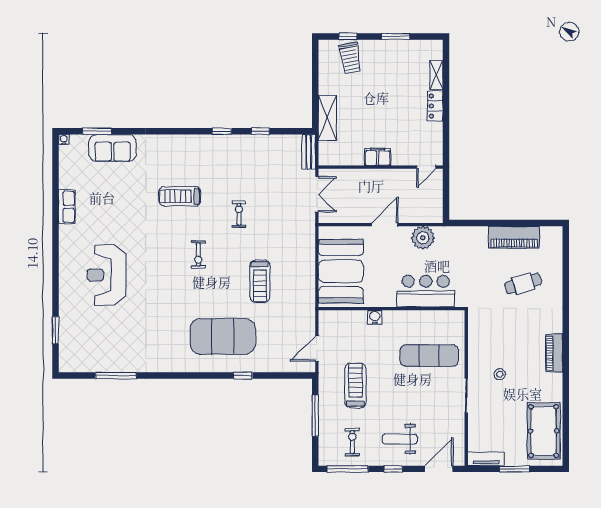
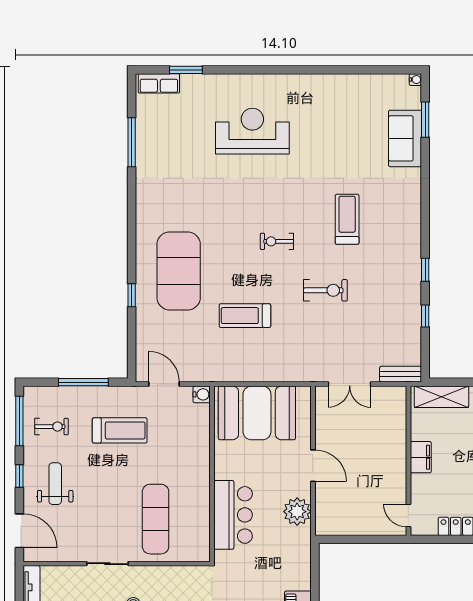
filing cabinet: (378, 157) -> (421, 457), moved
wall: (381, 167) -> (408, 461), moved
door: (426, 167) -> (408, 515), moved
row of seats: (67, 207) -> (159, 83), moved
exercise bike: (239, 214) -> (325, 290), width x1.38, depth x1.39
water cooler: (375, 317) -> (202, 394), moved

